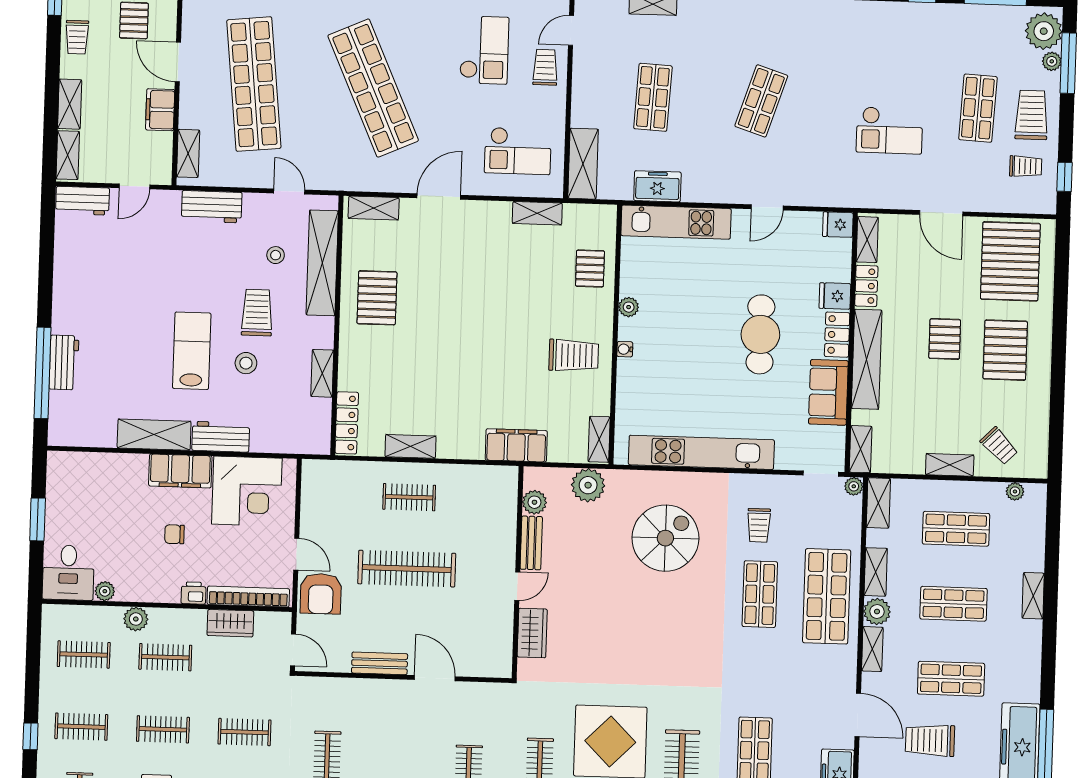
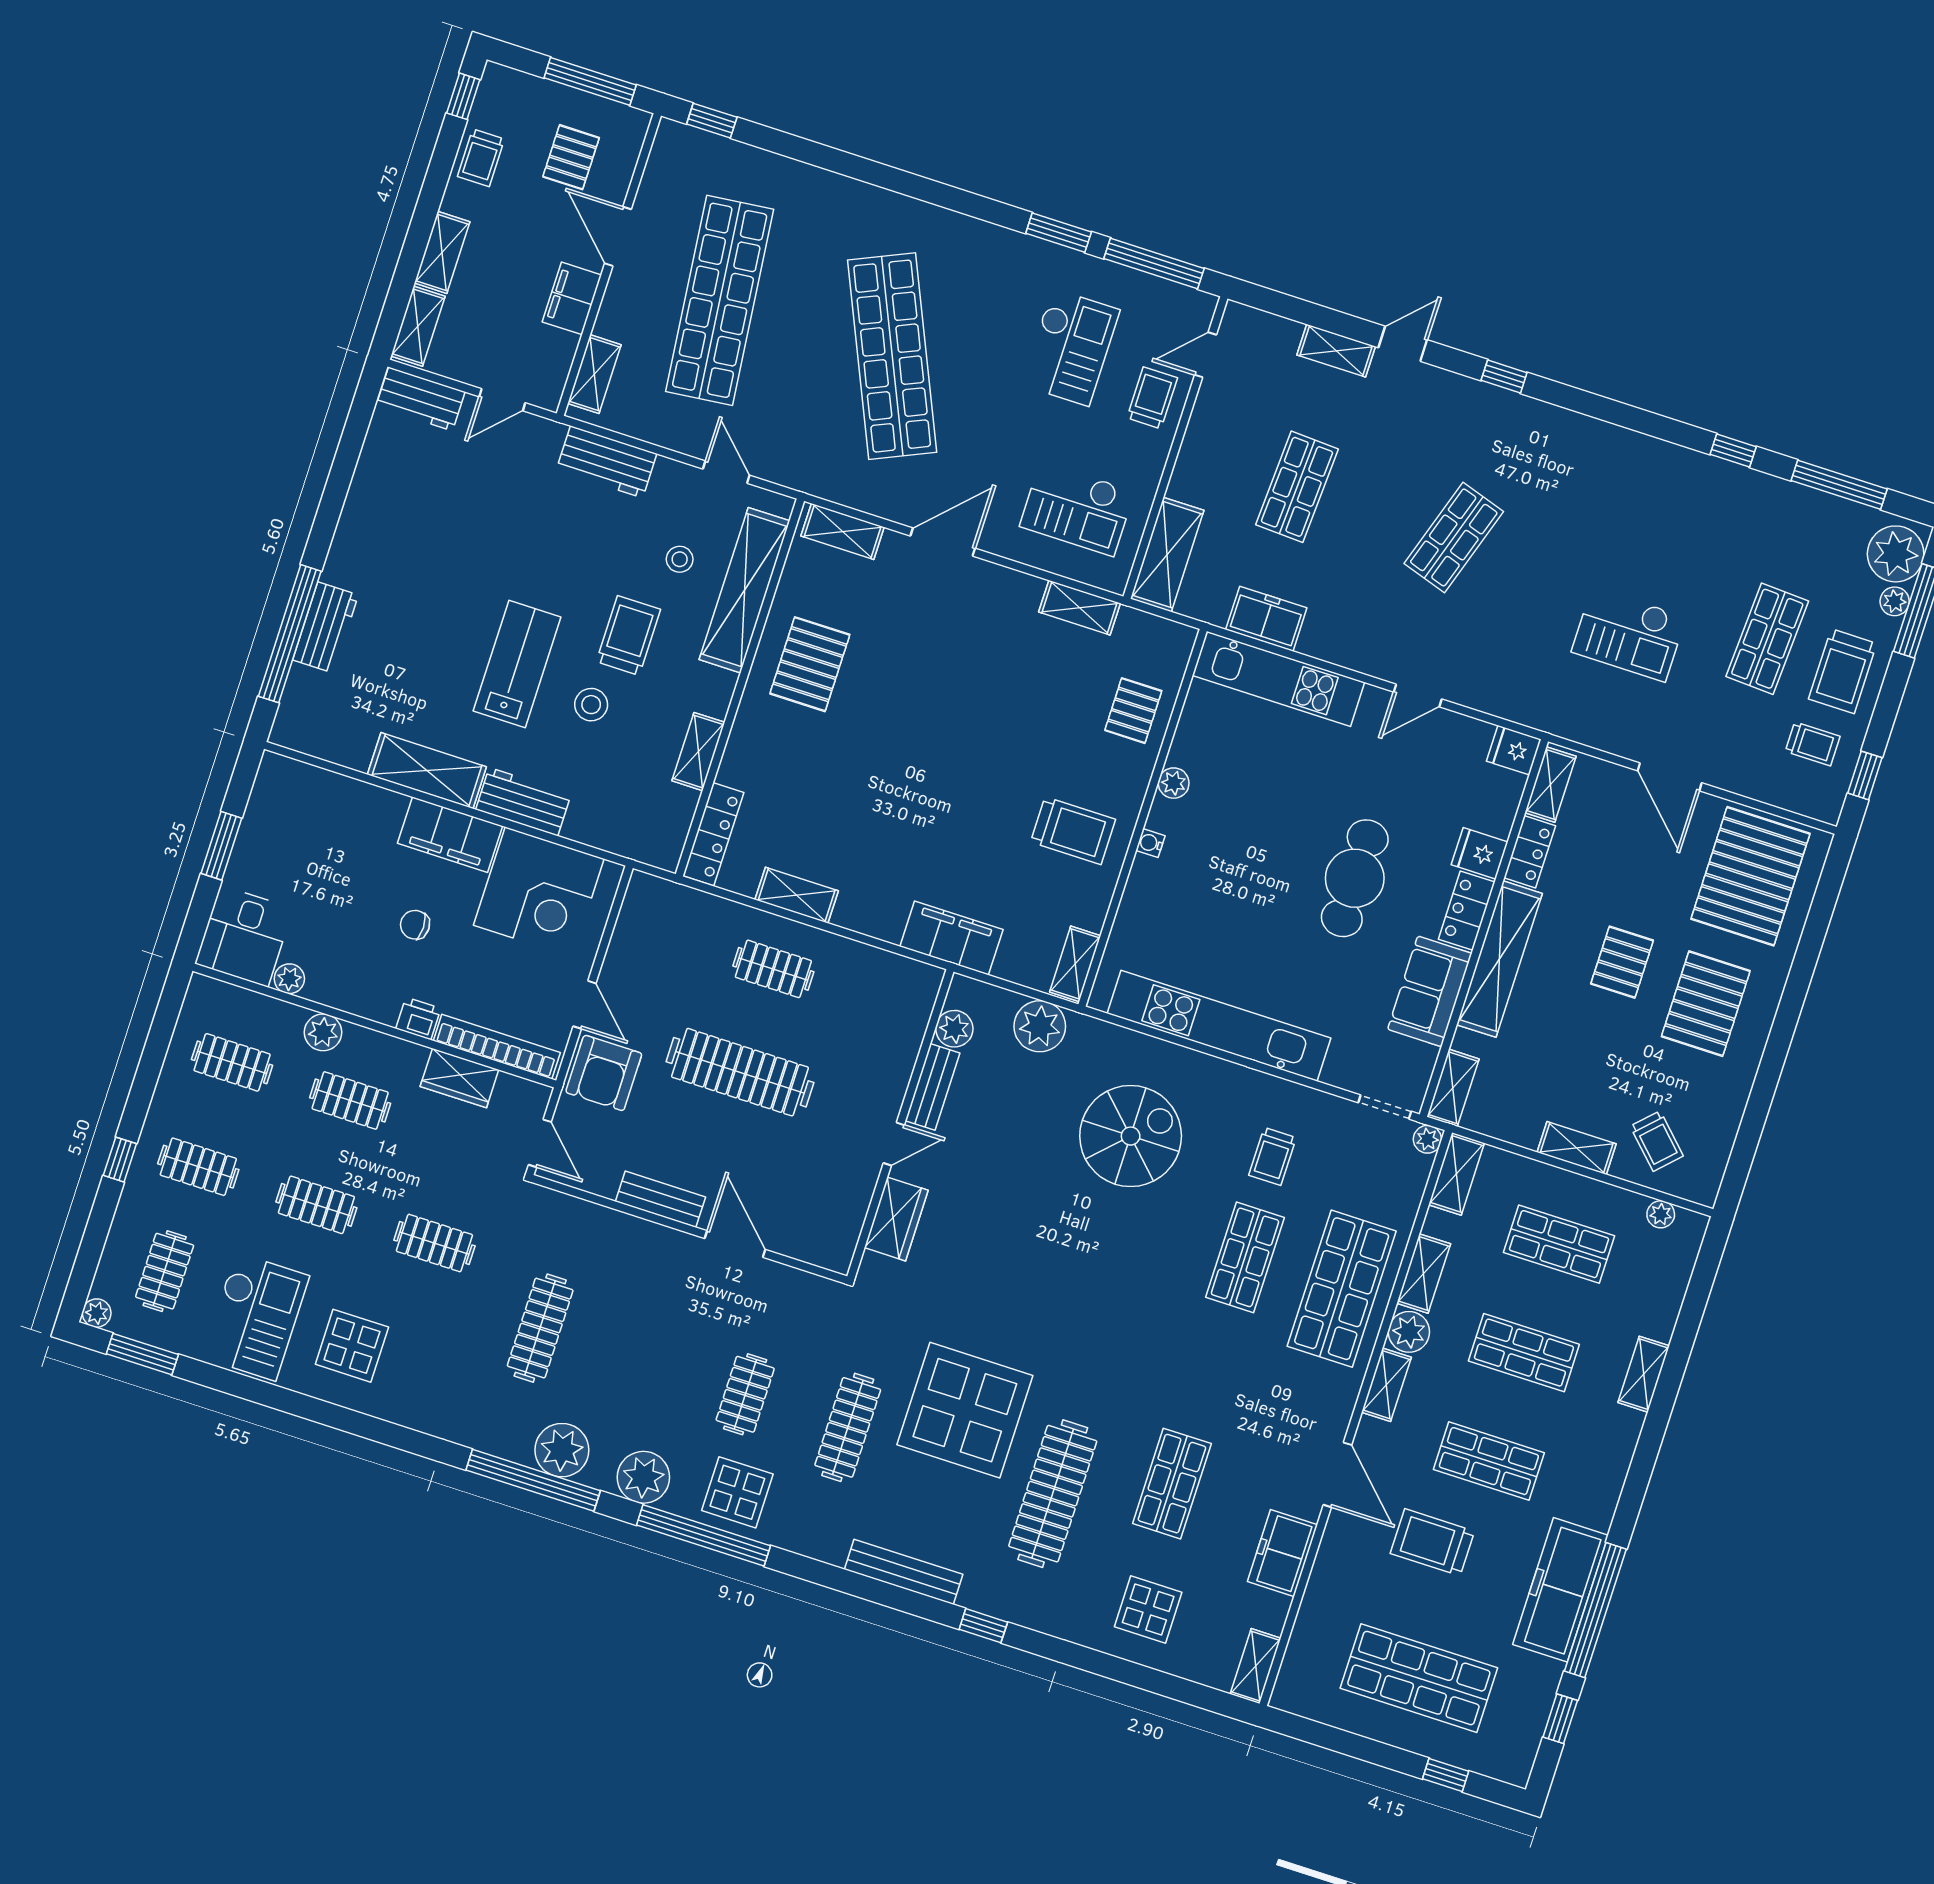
trolley: (1031, 115) -> (1843, 671), turned 180

